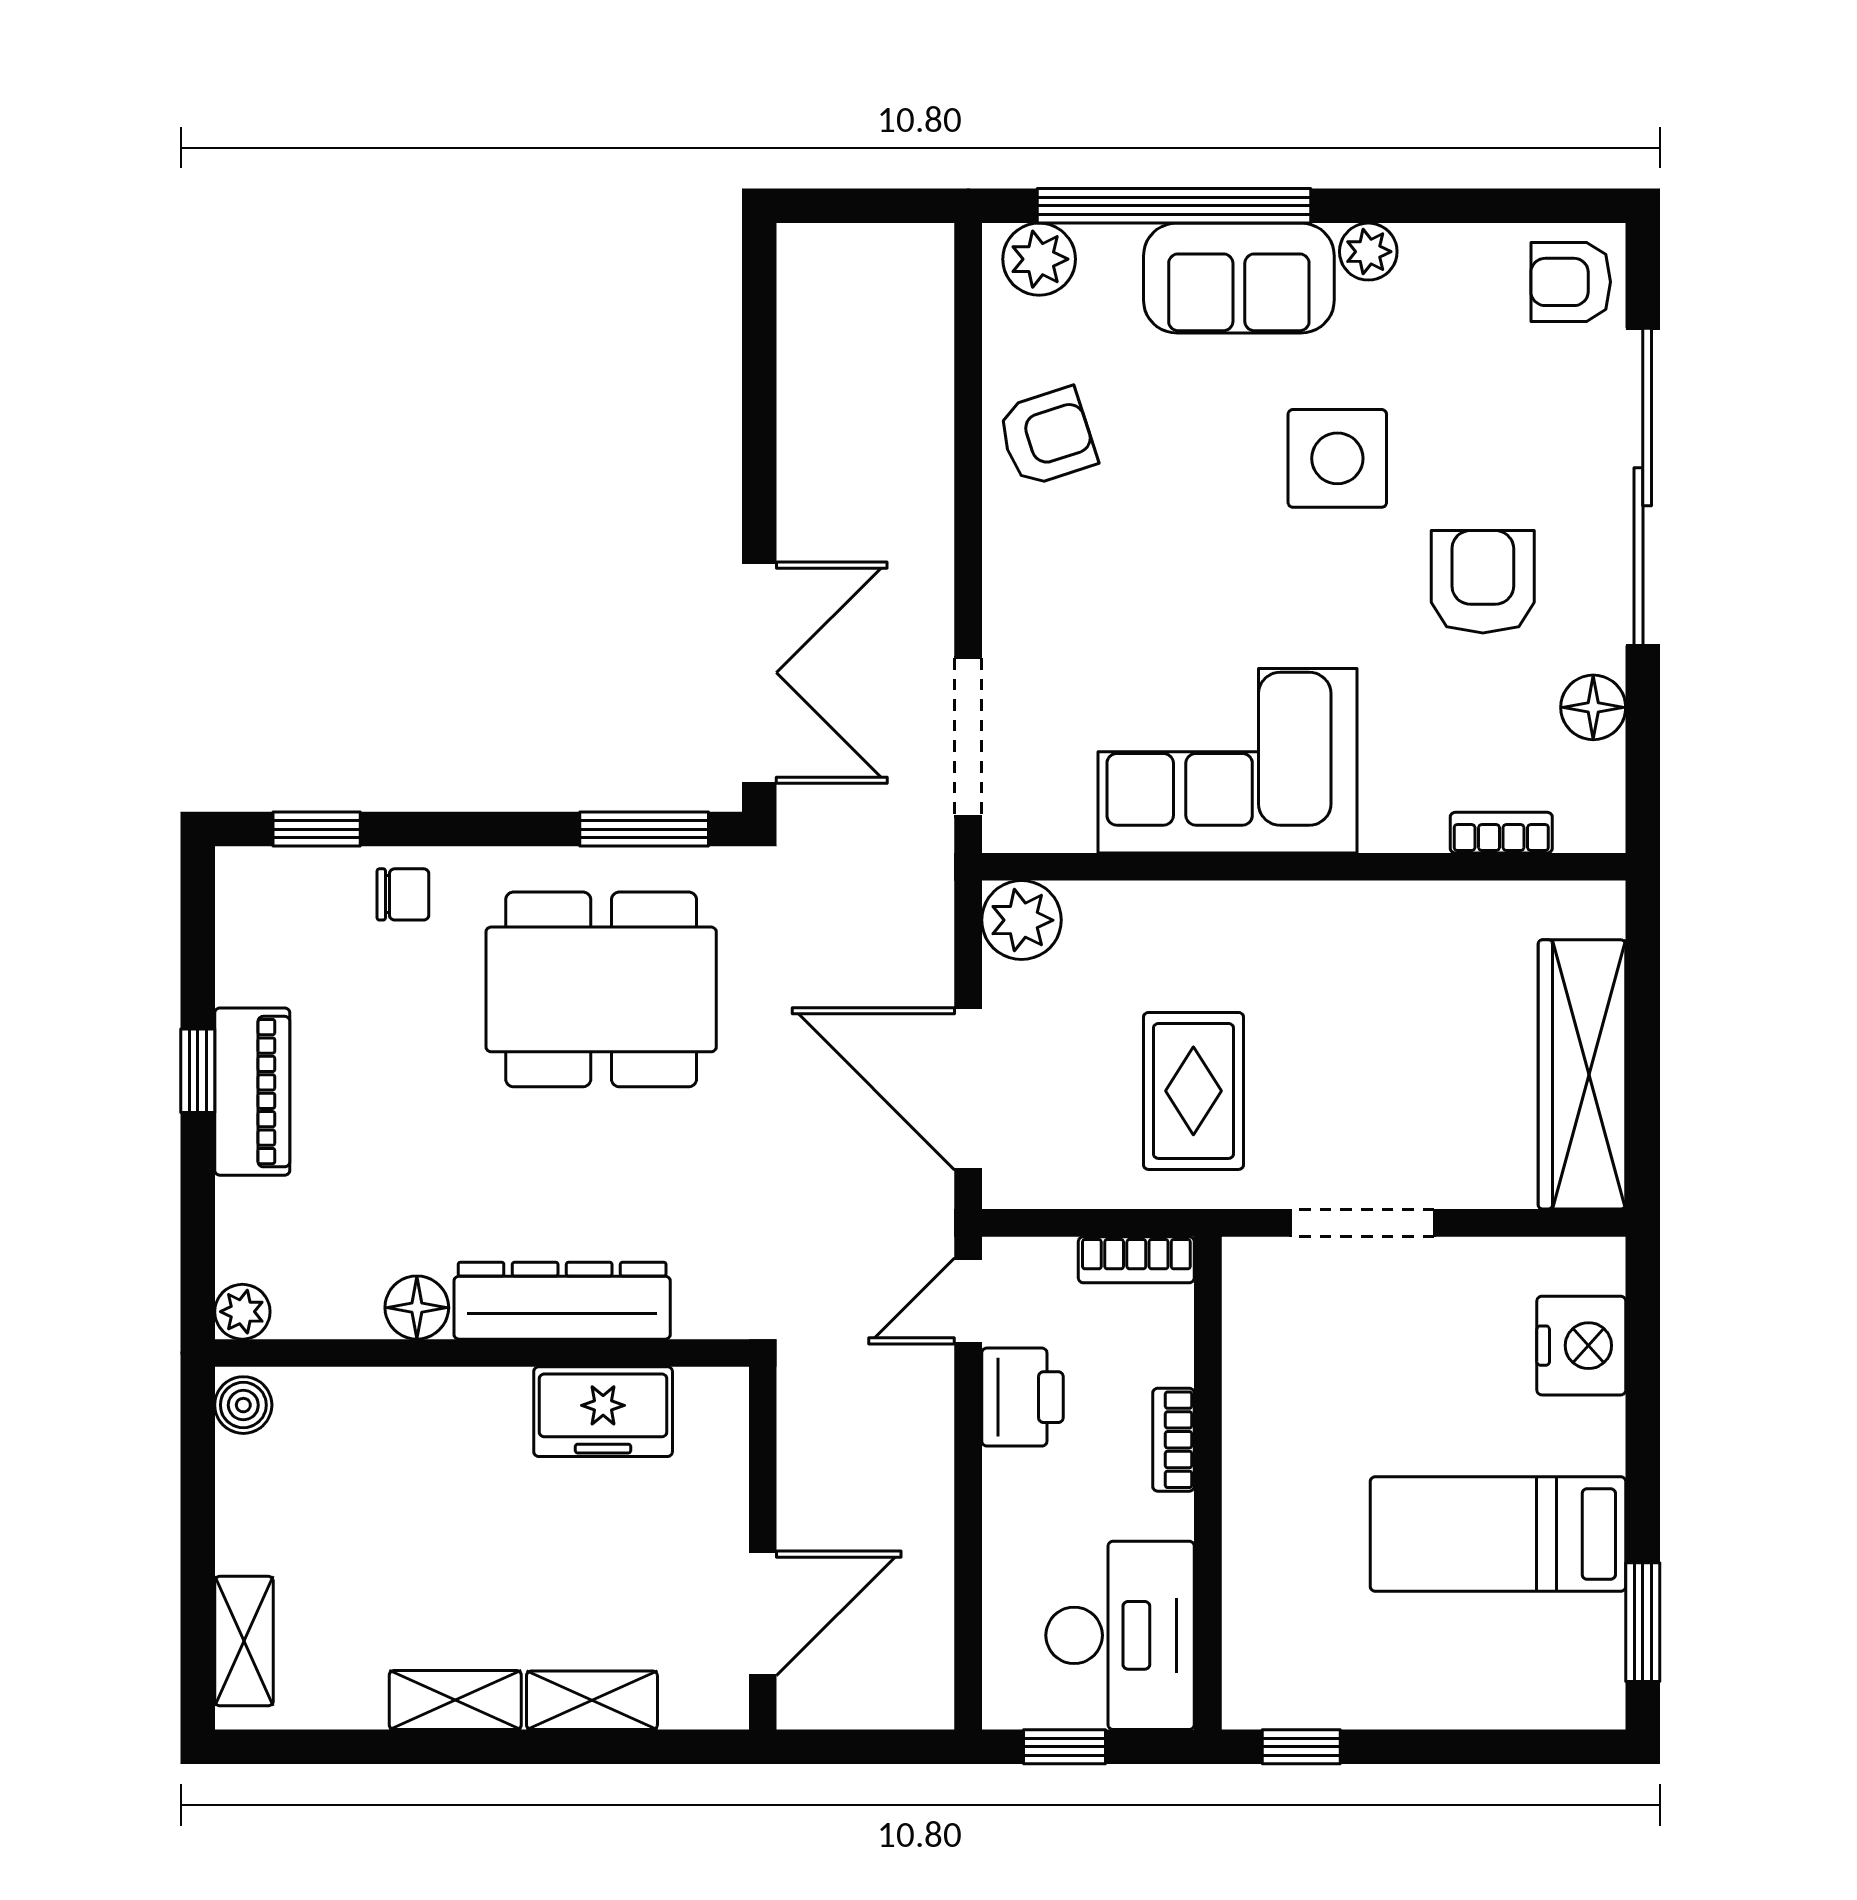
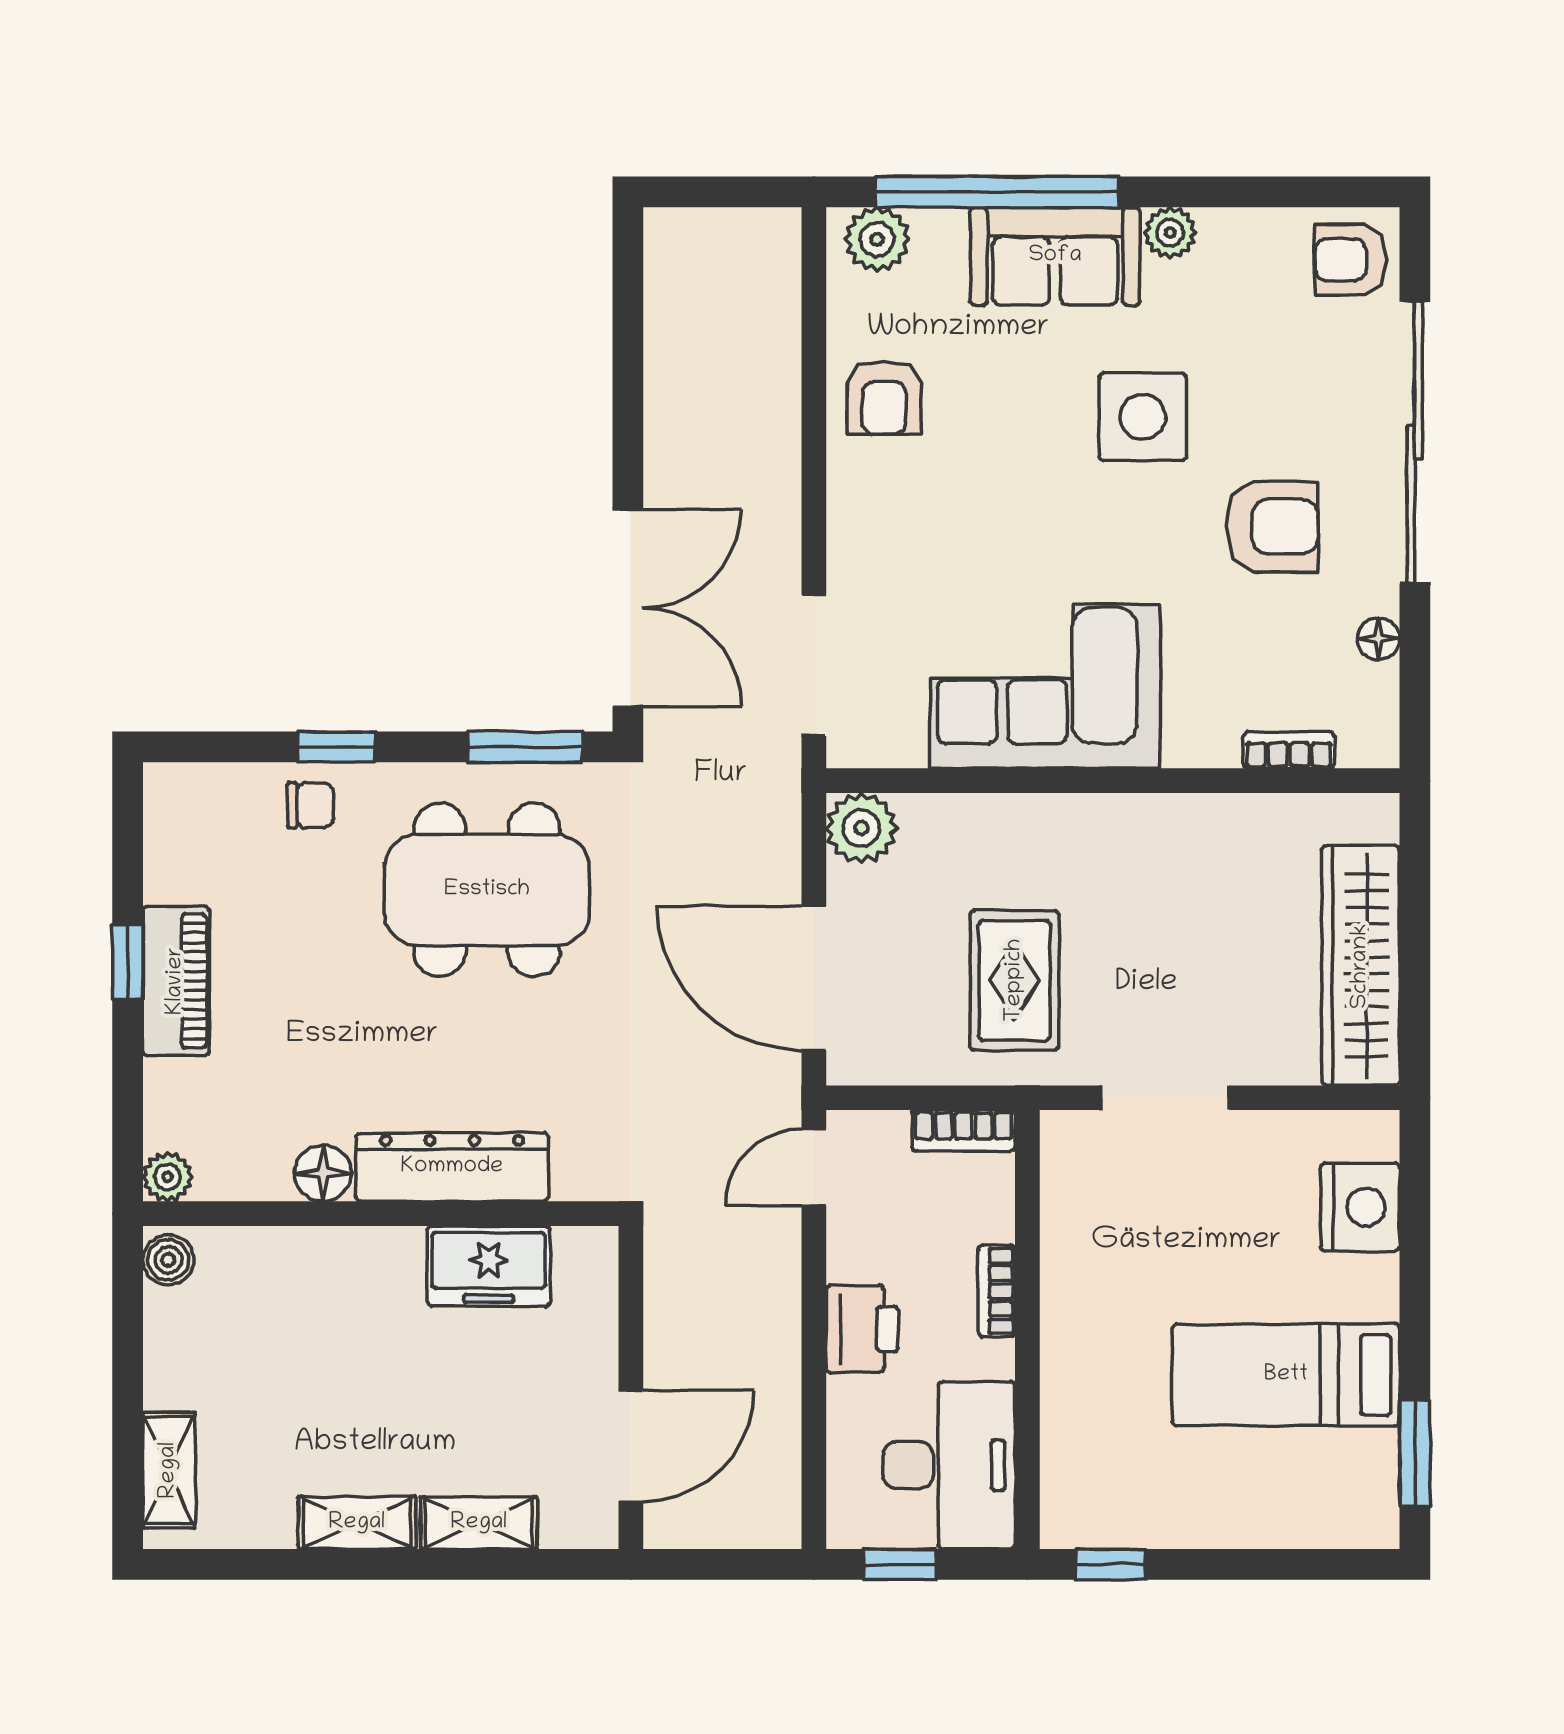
armchair: (1047, 437) -> (884, 398), turned 108
armchair: (1483, 582) -> (1272, 527), turned 90
floor lamp: (1593, 707) -> (1378, 639), width x0.73, depth x0.73
window: (317, 829) -> (336, 747), moved
printer: (1022, 1397) -> (862, 1329), moved

